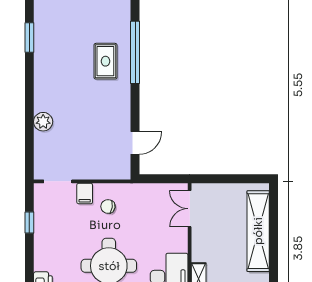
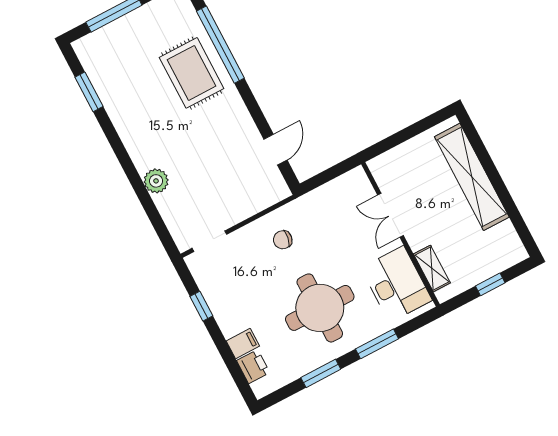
rug: (105, 61) -> (192, 73), width x1.36, depth x1.43
filing cabinet: (85, 194) -> (243, 344), moved, turned -90
double door: (190, 209) -> (391, 215), moved

